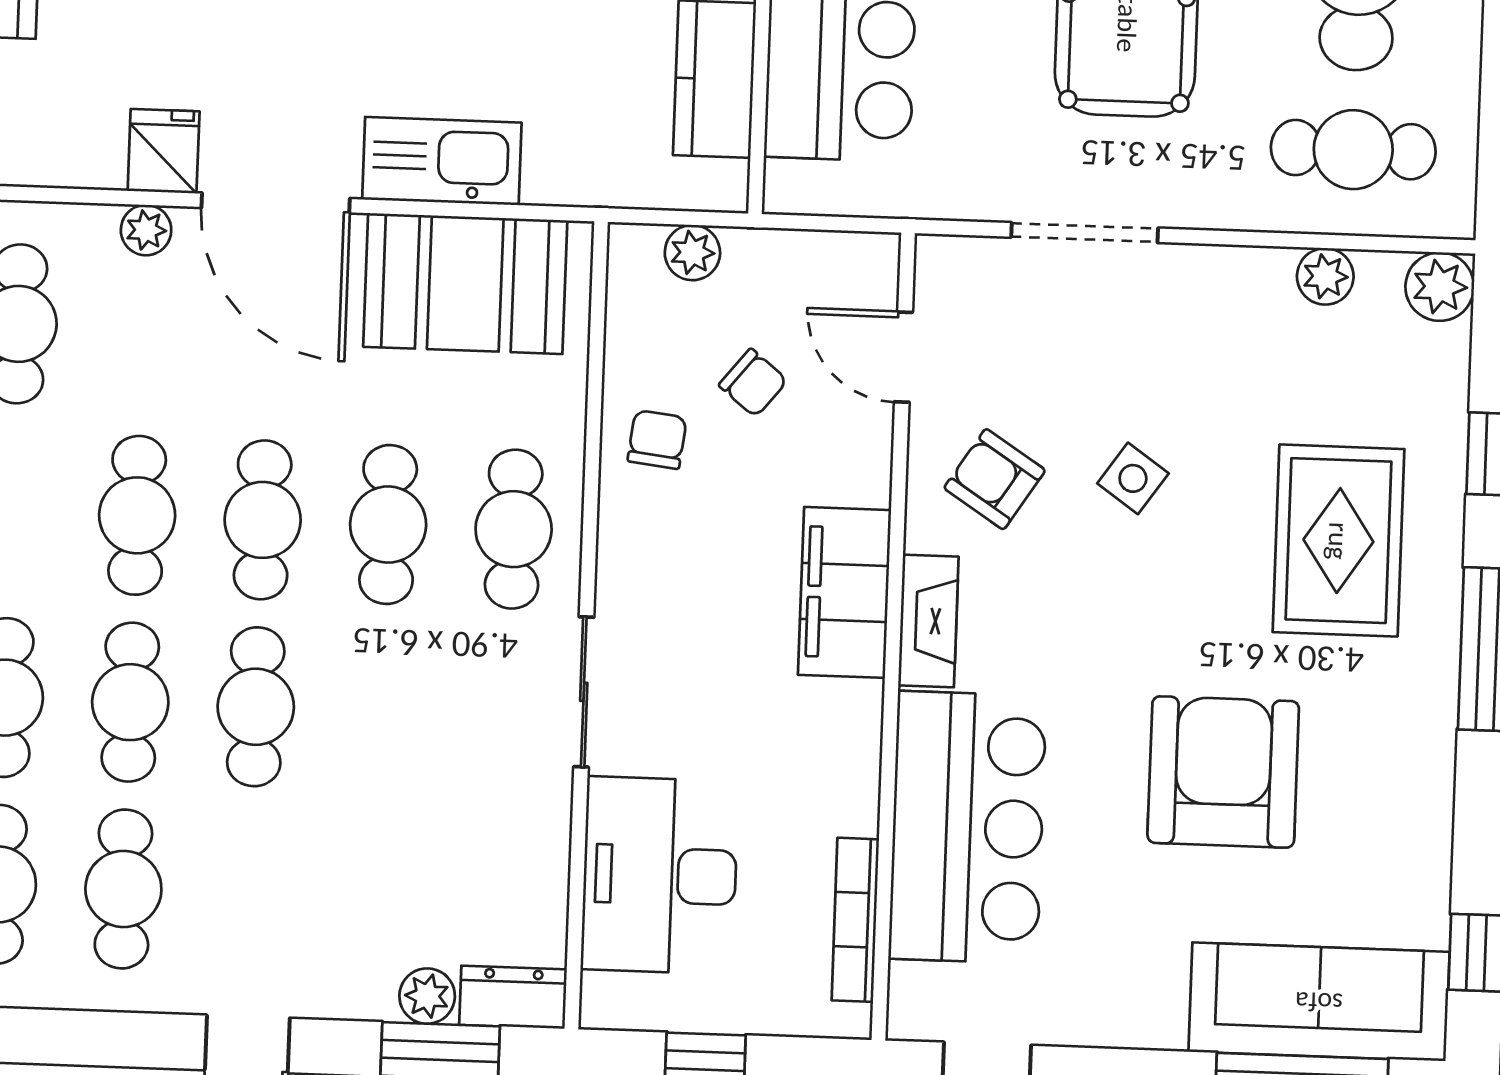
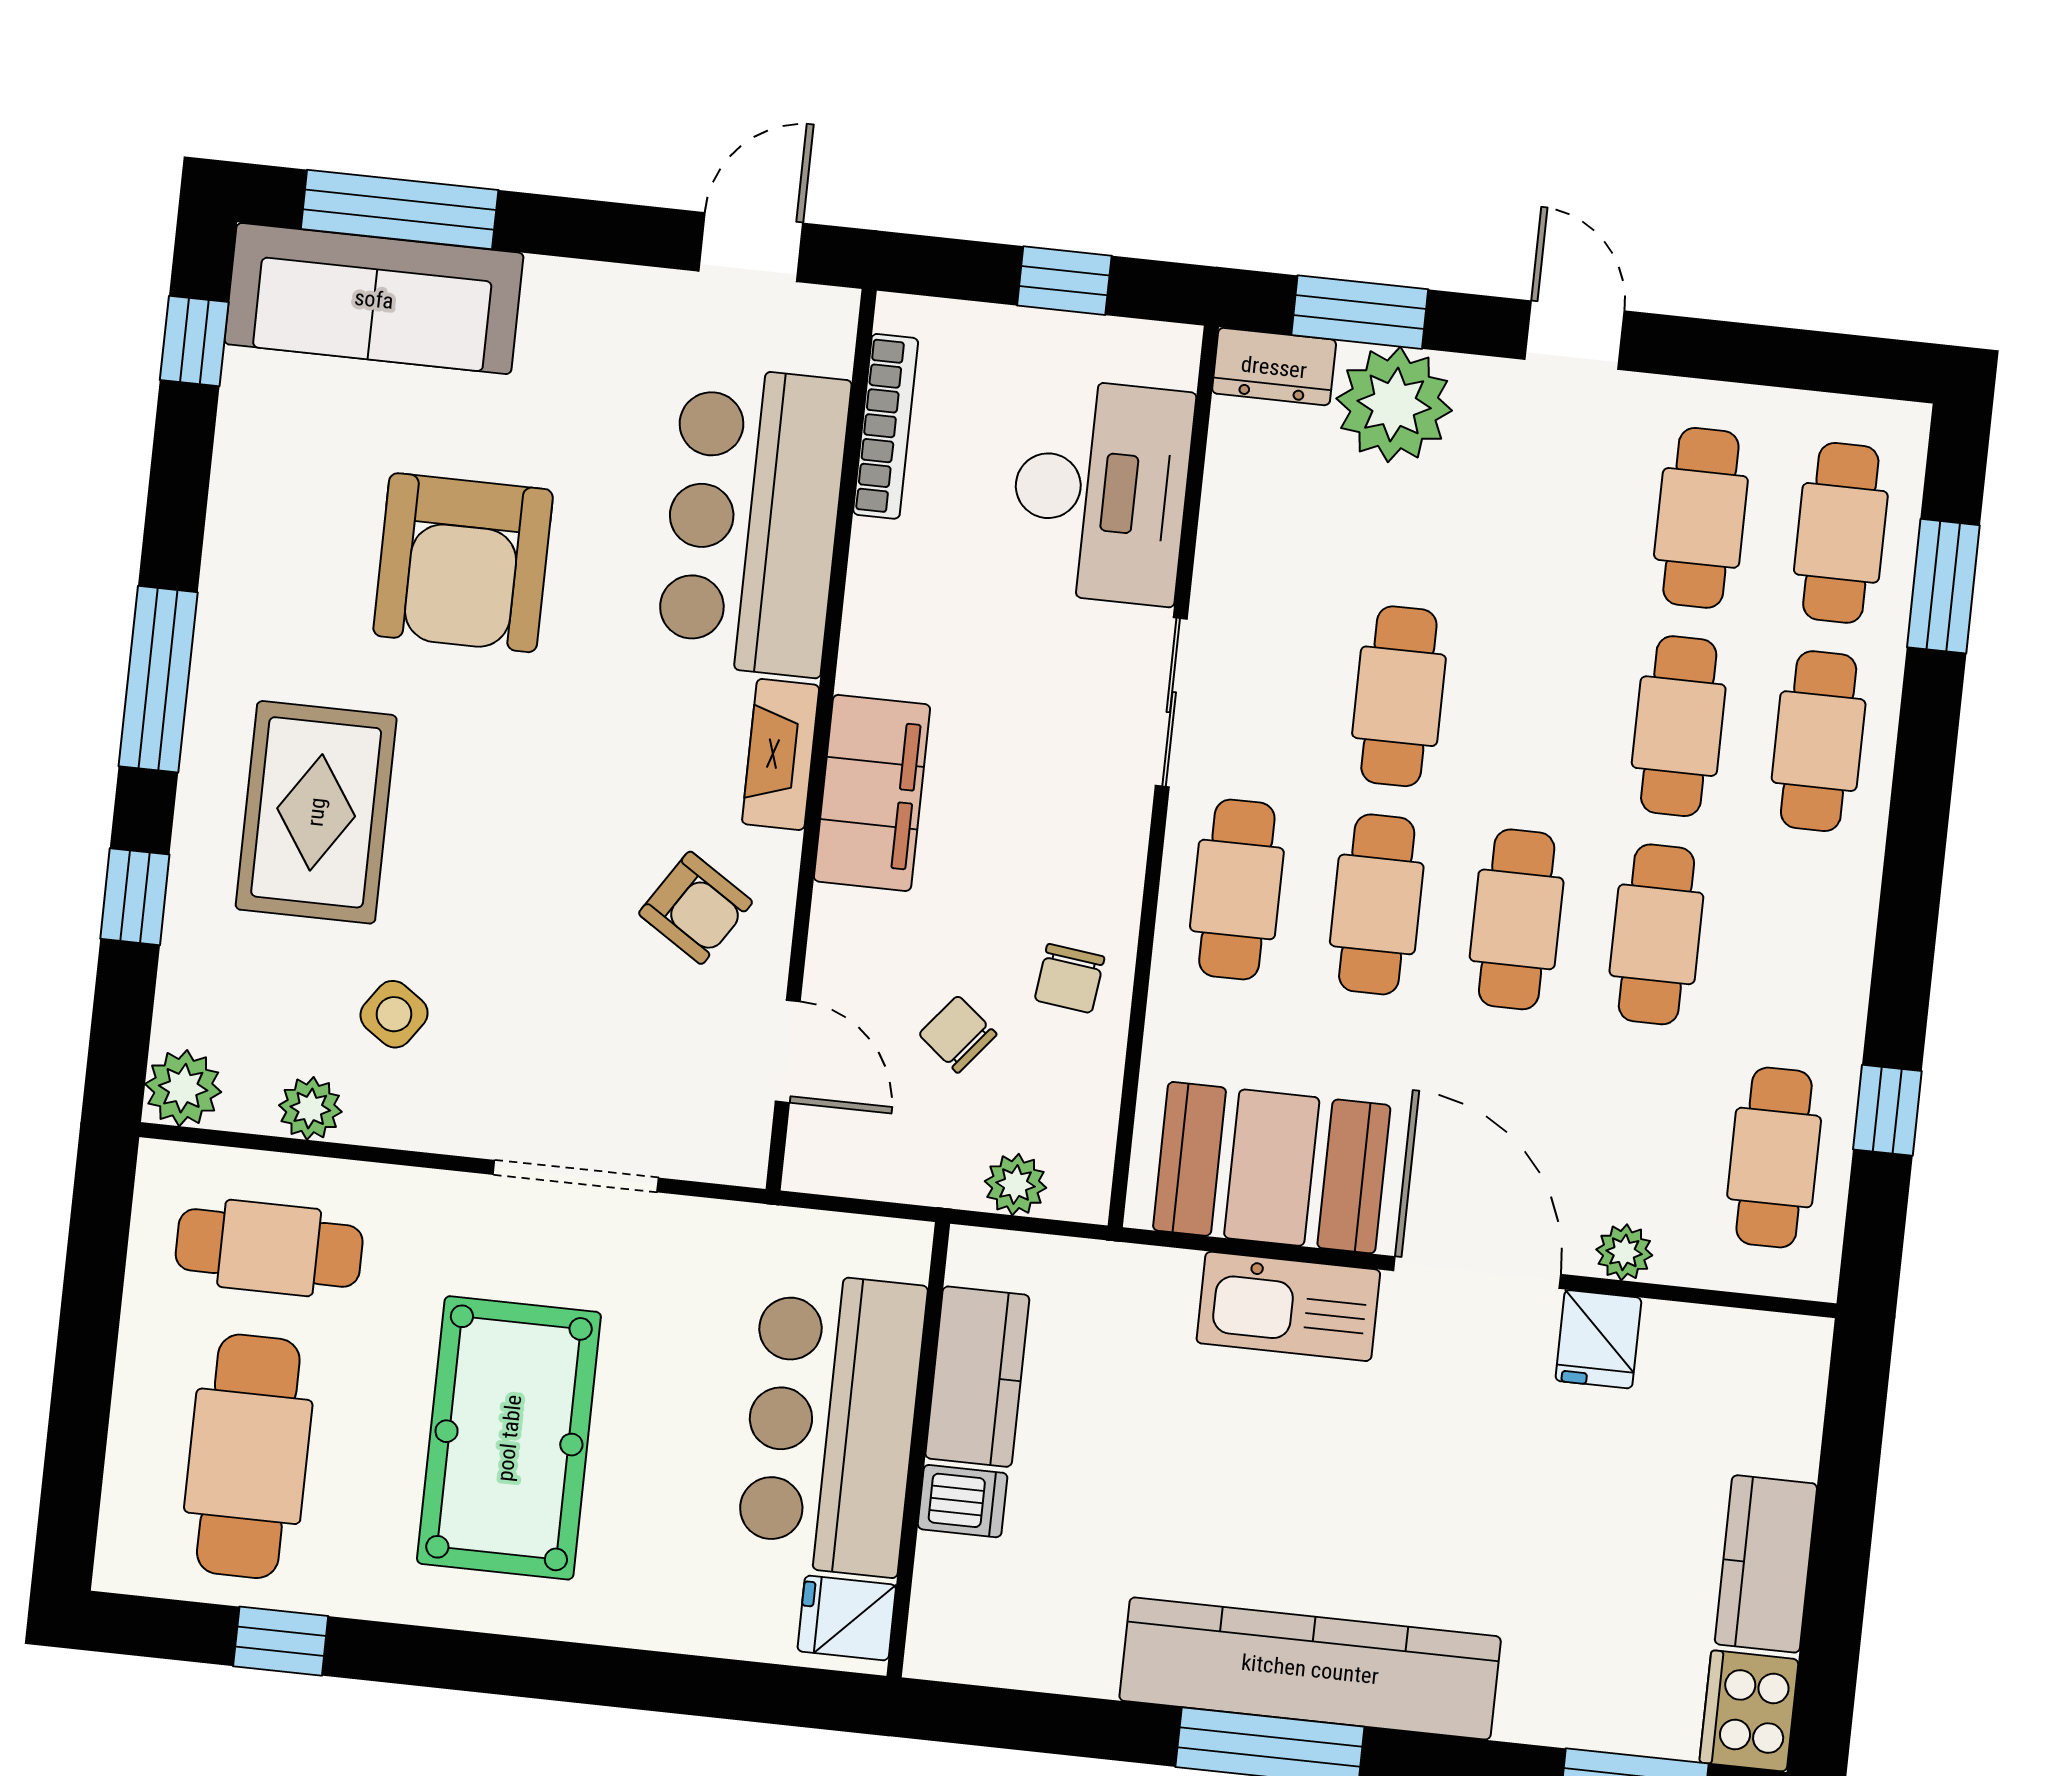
side table: (1133, 478) -> (394, 1014), moved
cafe table: (256, 707) -> (1399, 696), moved
plant: (427, 996) -> (1394, 404), width x1.87, depth x1.87

